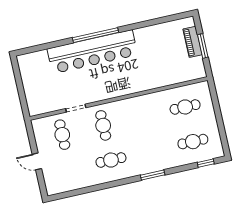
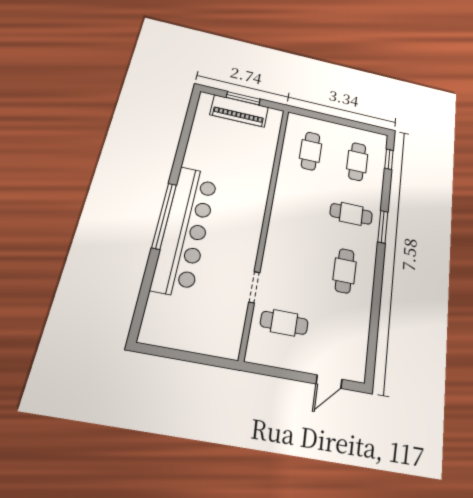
piano: (192, 42) -> (239, 111), width x1.37, depth x1.33
cafe table: (103, 125) -> (351, 214), moved
door: (37, 161) -> (329, 382), moved

